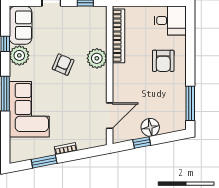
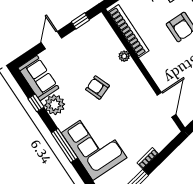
plant: (97, 58) -> (124, 56), width x0.53, depth x0.53
armchair: (63, 65) -> (97, 88), turned -44

